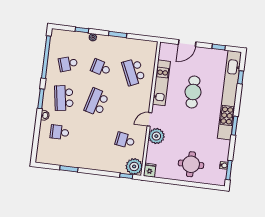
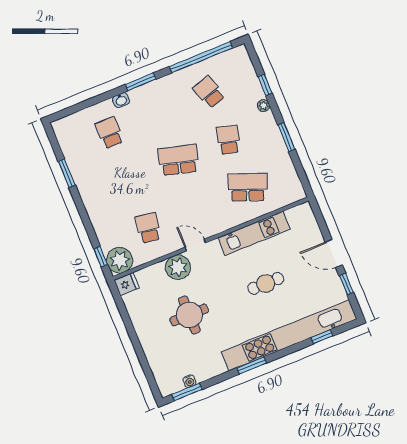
door: (187, 43) -> (334, 253), moved
school desk: (134, 72) -> (248, 187), turned 45
cafe table: (193, 92) -> (266, 283), width x0.73, depth x0.74
school desk: (64, 98) -> (159, 112), removed
round table: (191, 164) -> (189, 315), moved

